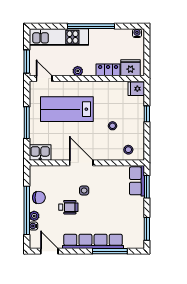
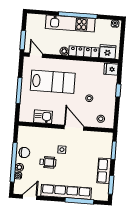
kitchen unit: (59, 37) -> (70, 24), moved
locker: (108, 70) -> (84, 52), width x1.53
lab bench: (67, 109) -> (53, 82), turned 180
kitchen sink: (40, 153) -> (43, 117), moved
door: (81, 163) -> (74, 128), moved
row of seats: (137, 181) -> (104, 171), moved
door: (49, 251) -> (30, 197), hinge flipped

